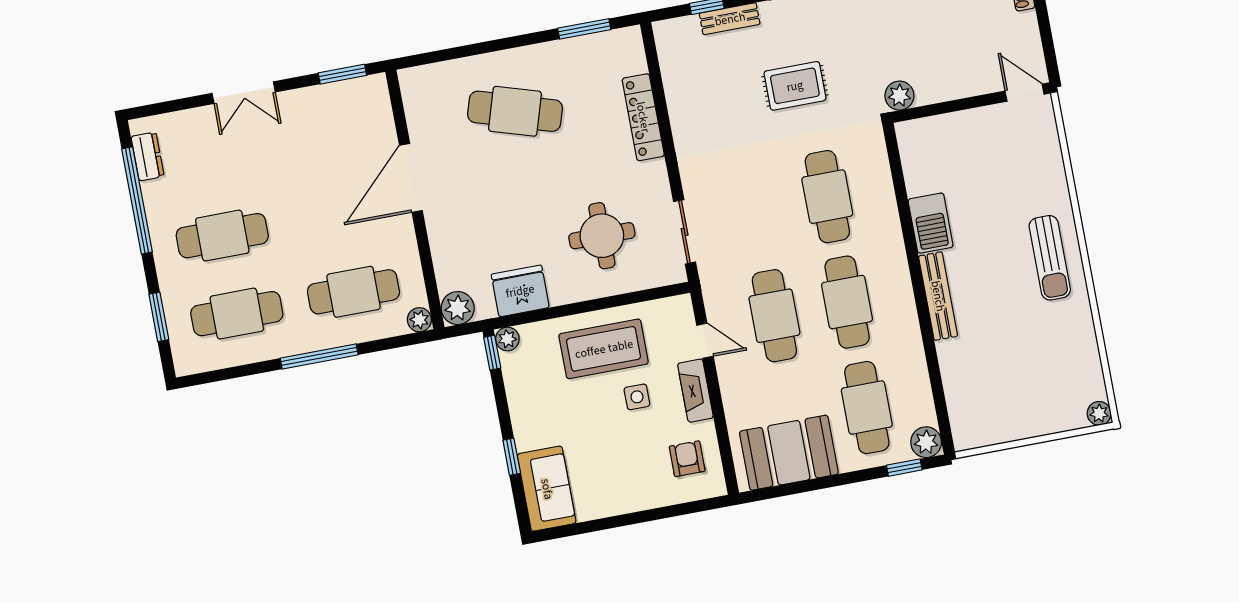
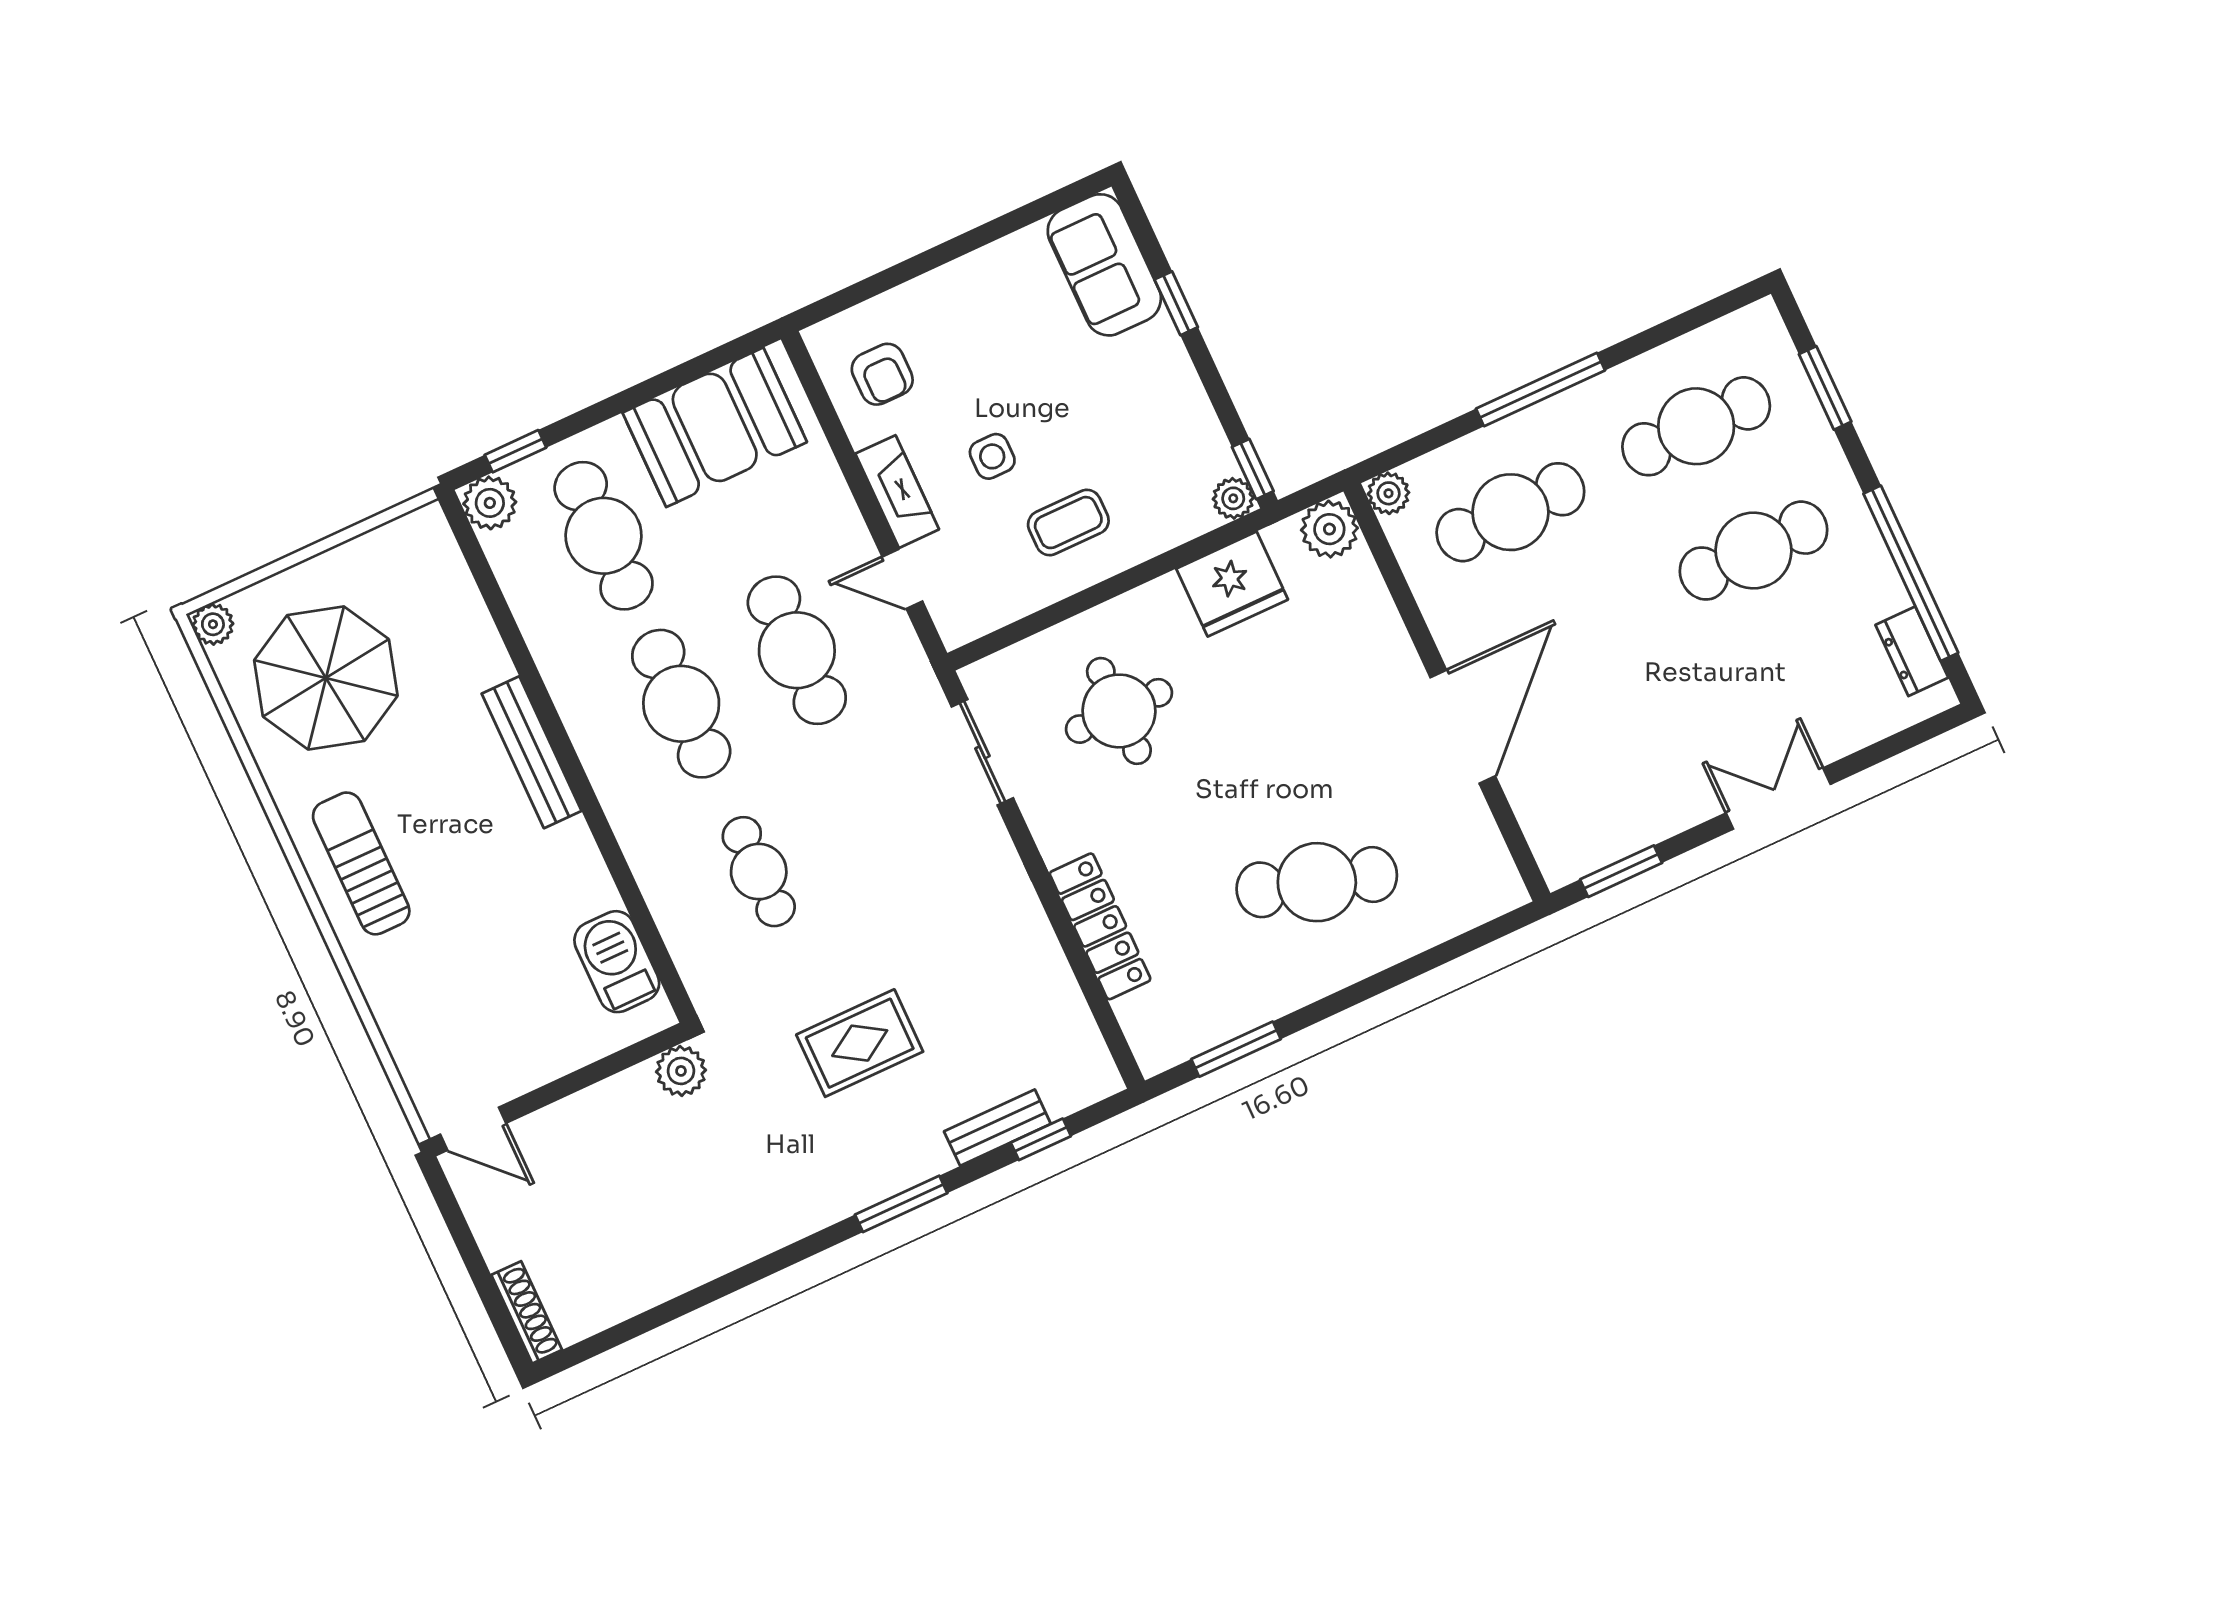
cafe table: (827, 197) -> (759, 872), width x0.73, depth x0.74
barbecue: (931, 223) -> (617, 962), moved
coffee table: (604, 349) -> (1068, 523), width x0.54, depth x0.58
parasol: (1043, 367) -> (326, 678), added

